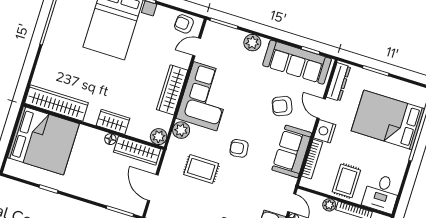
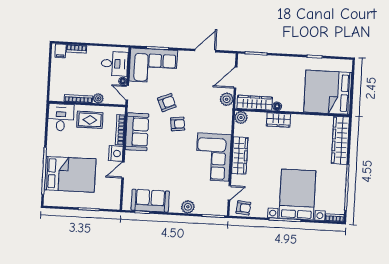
sofa: (297, 62) -> (150, 201), width x0.73
dresser: (338, 82) -> (115, 194), removed
wardrobe: (57, 103) -> (340, 140), moved, turned 90
armchair: (282, 106) -> (167, 103), moved
door: (321, 108) -> (123, 170), swing flipped
plant: (181, 130) -> (227, 99), moved
rug: (201, 169) -> (202, 101), removed
rug: (346, 181) -> (90, 120), turned 90
door: (153, 188) -> (236, 78), swing flipped

